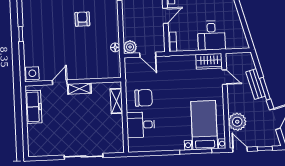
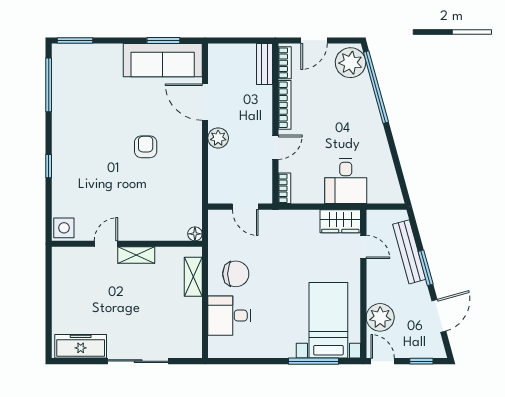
floor lamp: (115, 47) -> (195, 234), moved
plant: (130, 47) -> (218, 138), moved
bench: (256, 84) -> (409, 252), width x1.36
freezer: (33, 107) -> (81, 346), moved, turned -90

